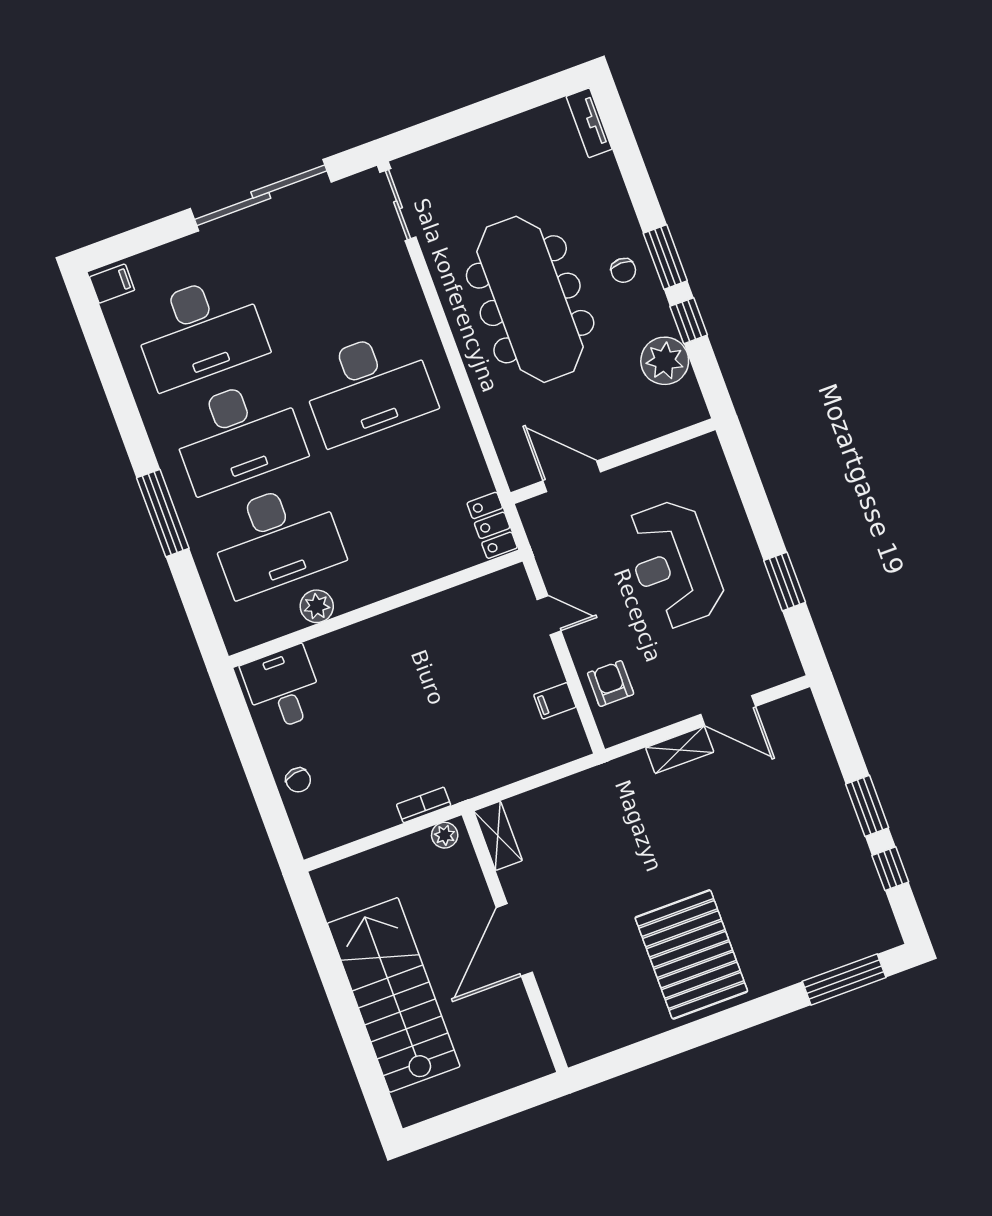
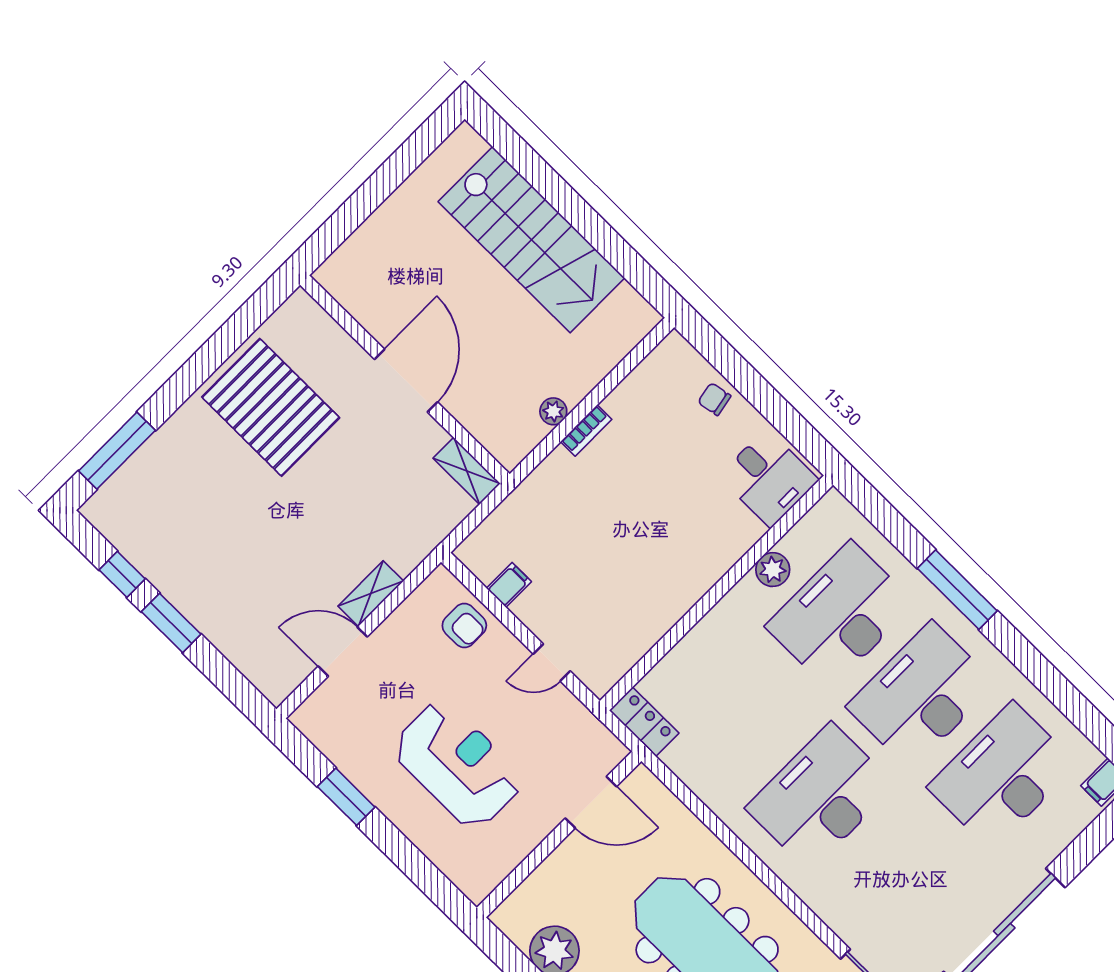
shelving: (498, 836) -> (467, 471), moved
door: (514, 940) -> (406, 381), moved
wall: (515, 941) -> (405, 379), moved

